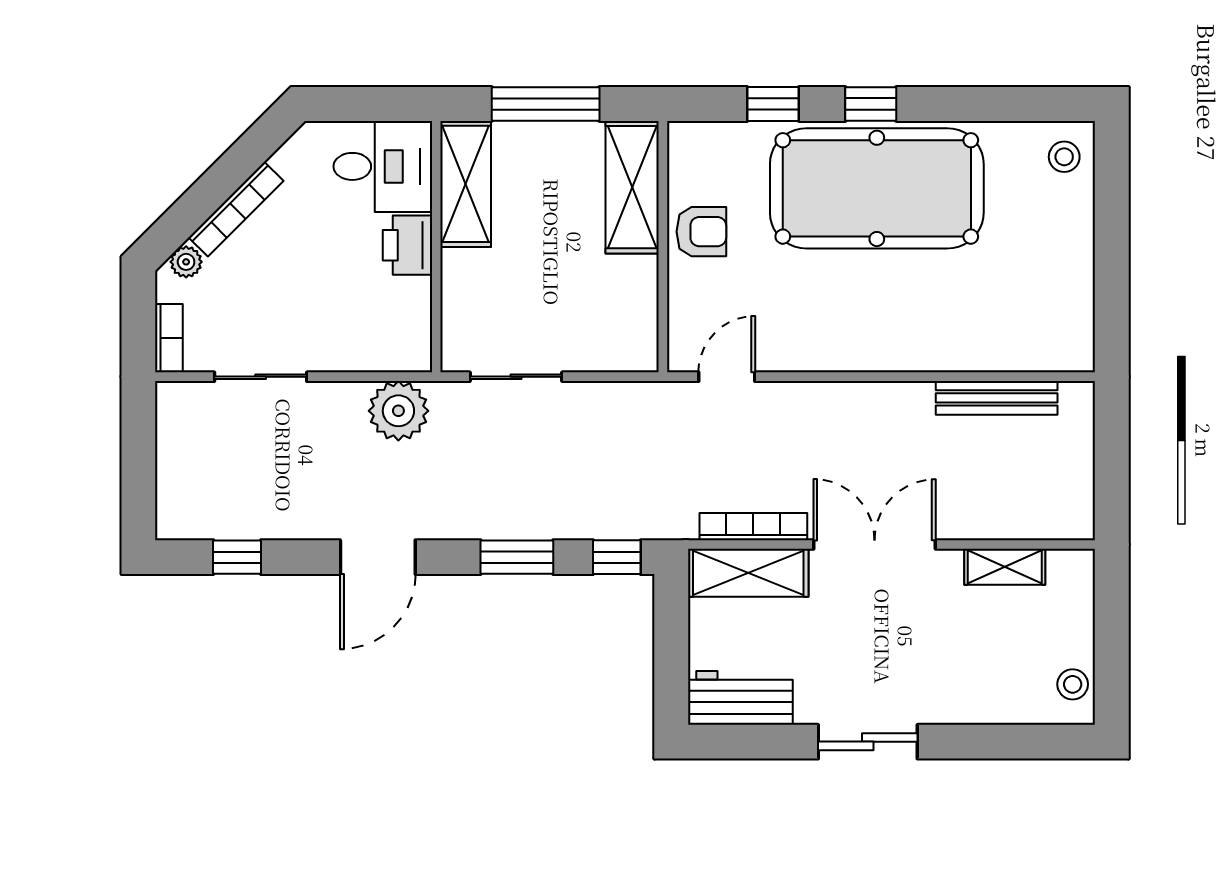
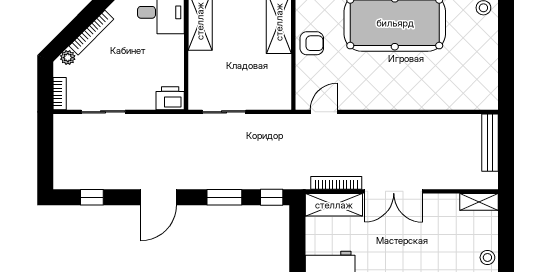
printer: (408, 245) -> (170, 98), moved, turned 90
bench: (997, 398) -> (490, 143), moved, turned 90
plant: (398, 411) -> (168, 128), removed
double door: (875, 545) -> (394, 191), swing flipped
shelving: (1005, 567) -> (479, 202), moved

